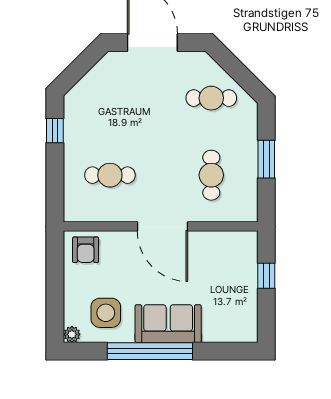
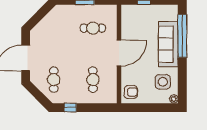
cafe table: (211, 98) -> (54, 80), moved
sofa: (168, 324) -> (168, 44), width x1.36
window: (150, 351) -> (182, 36), moved

